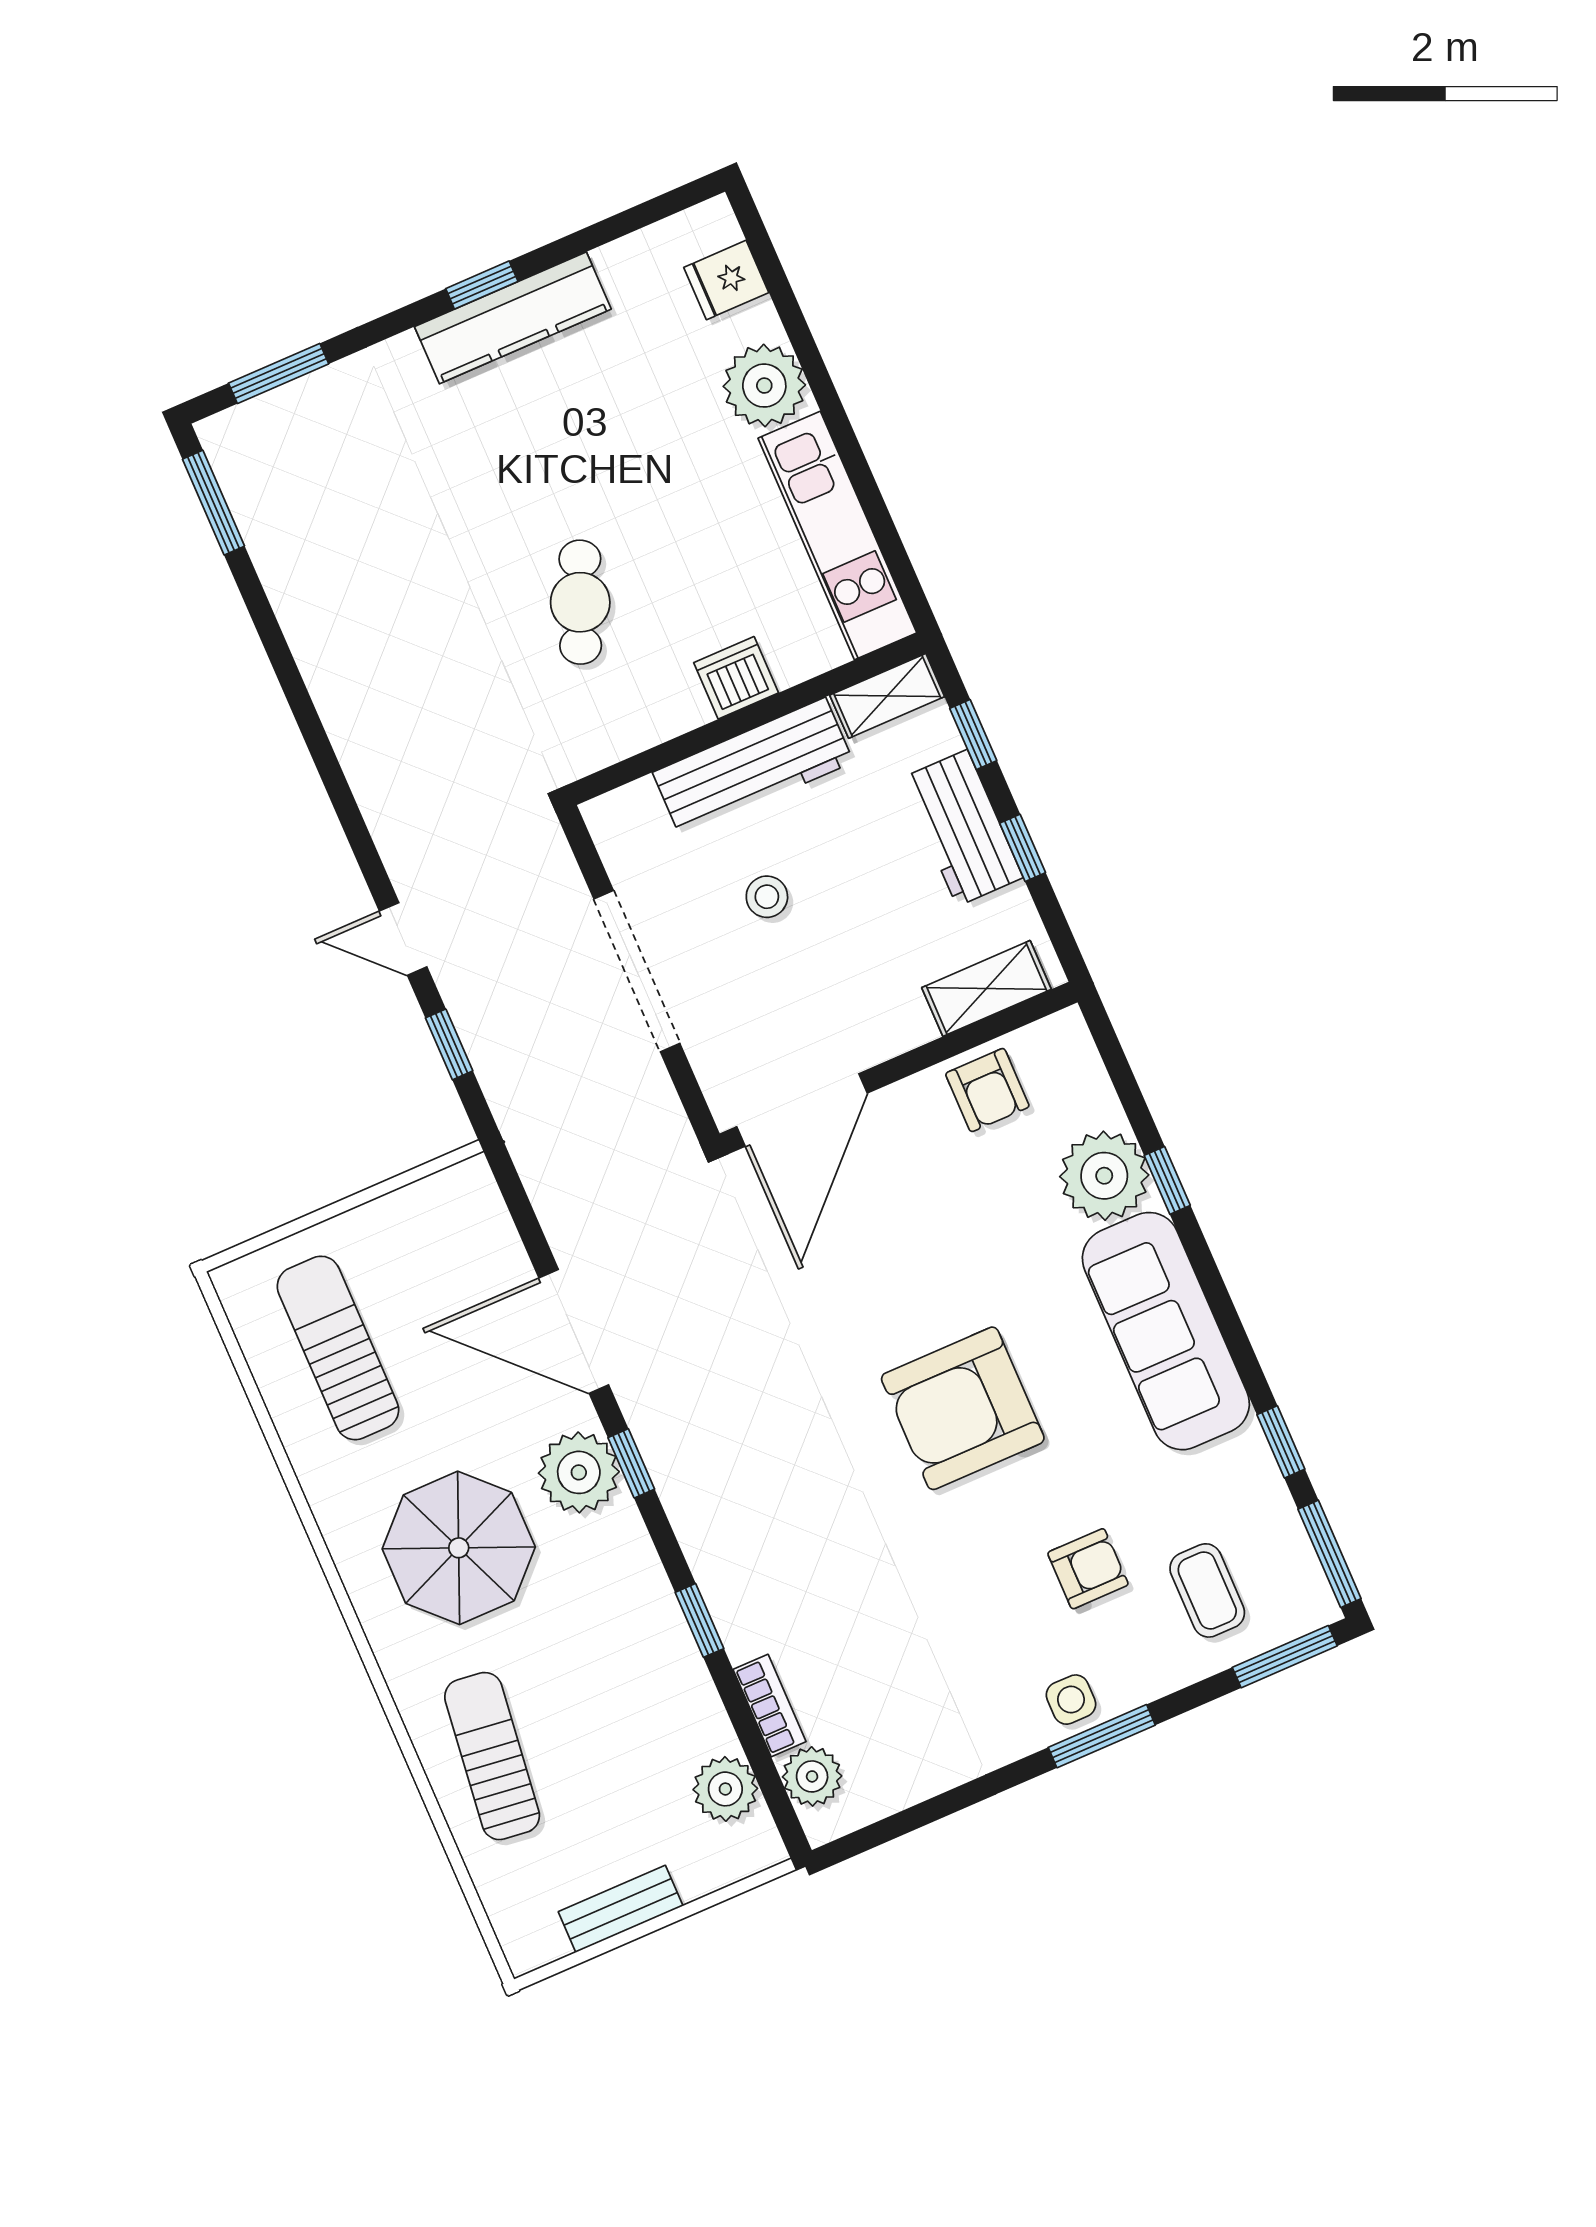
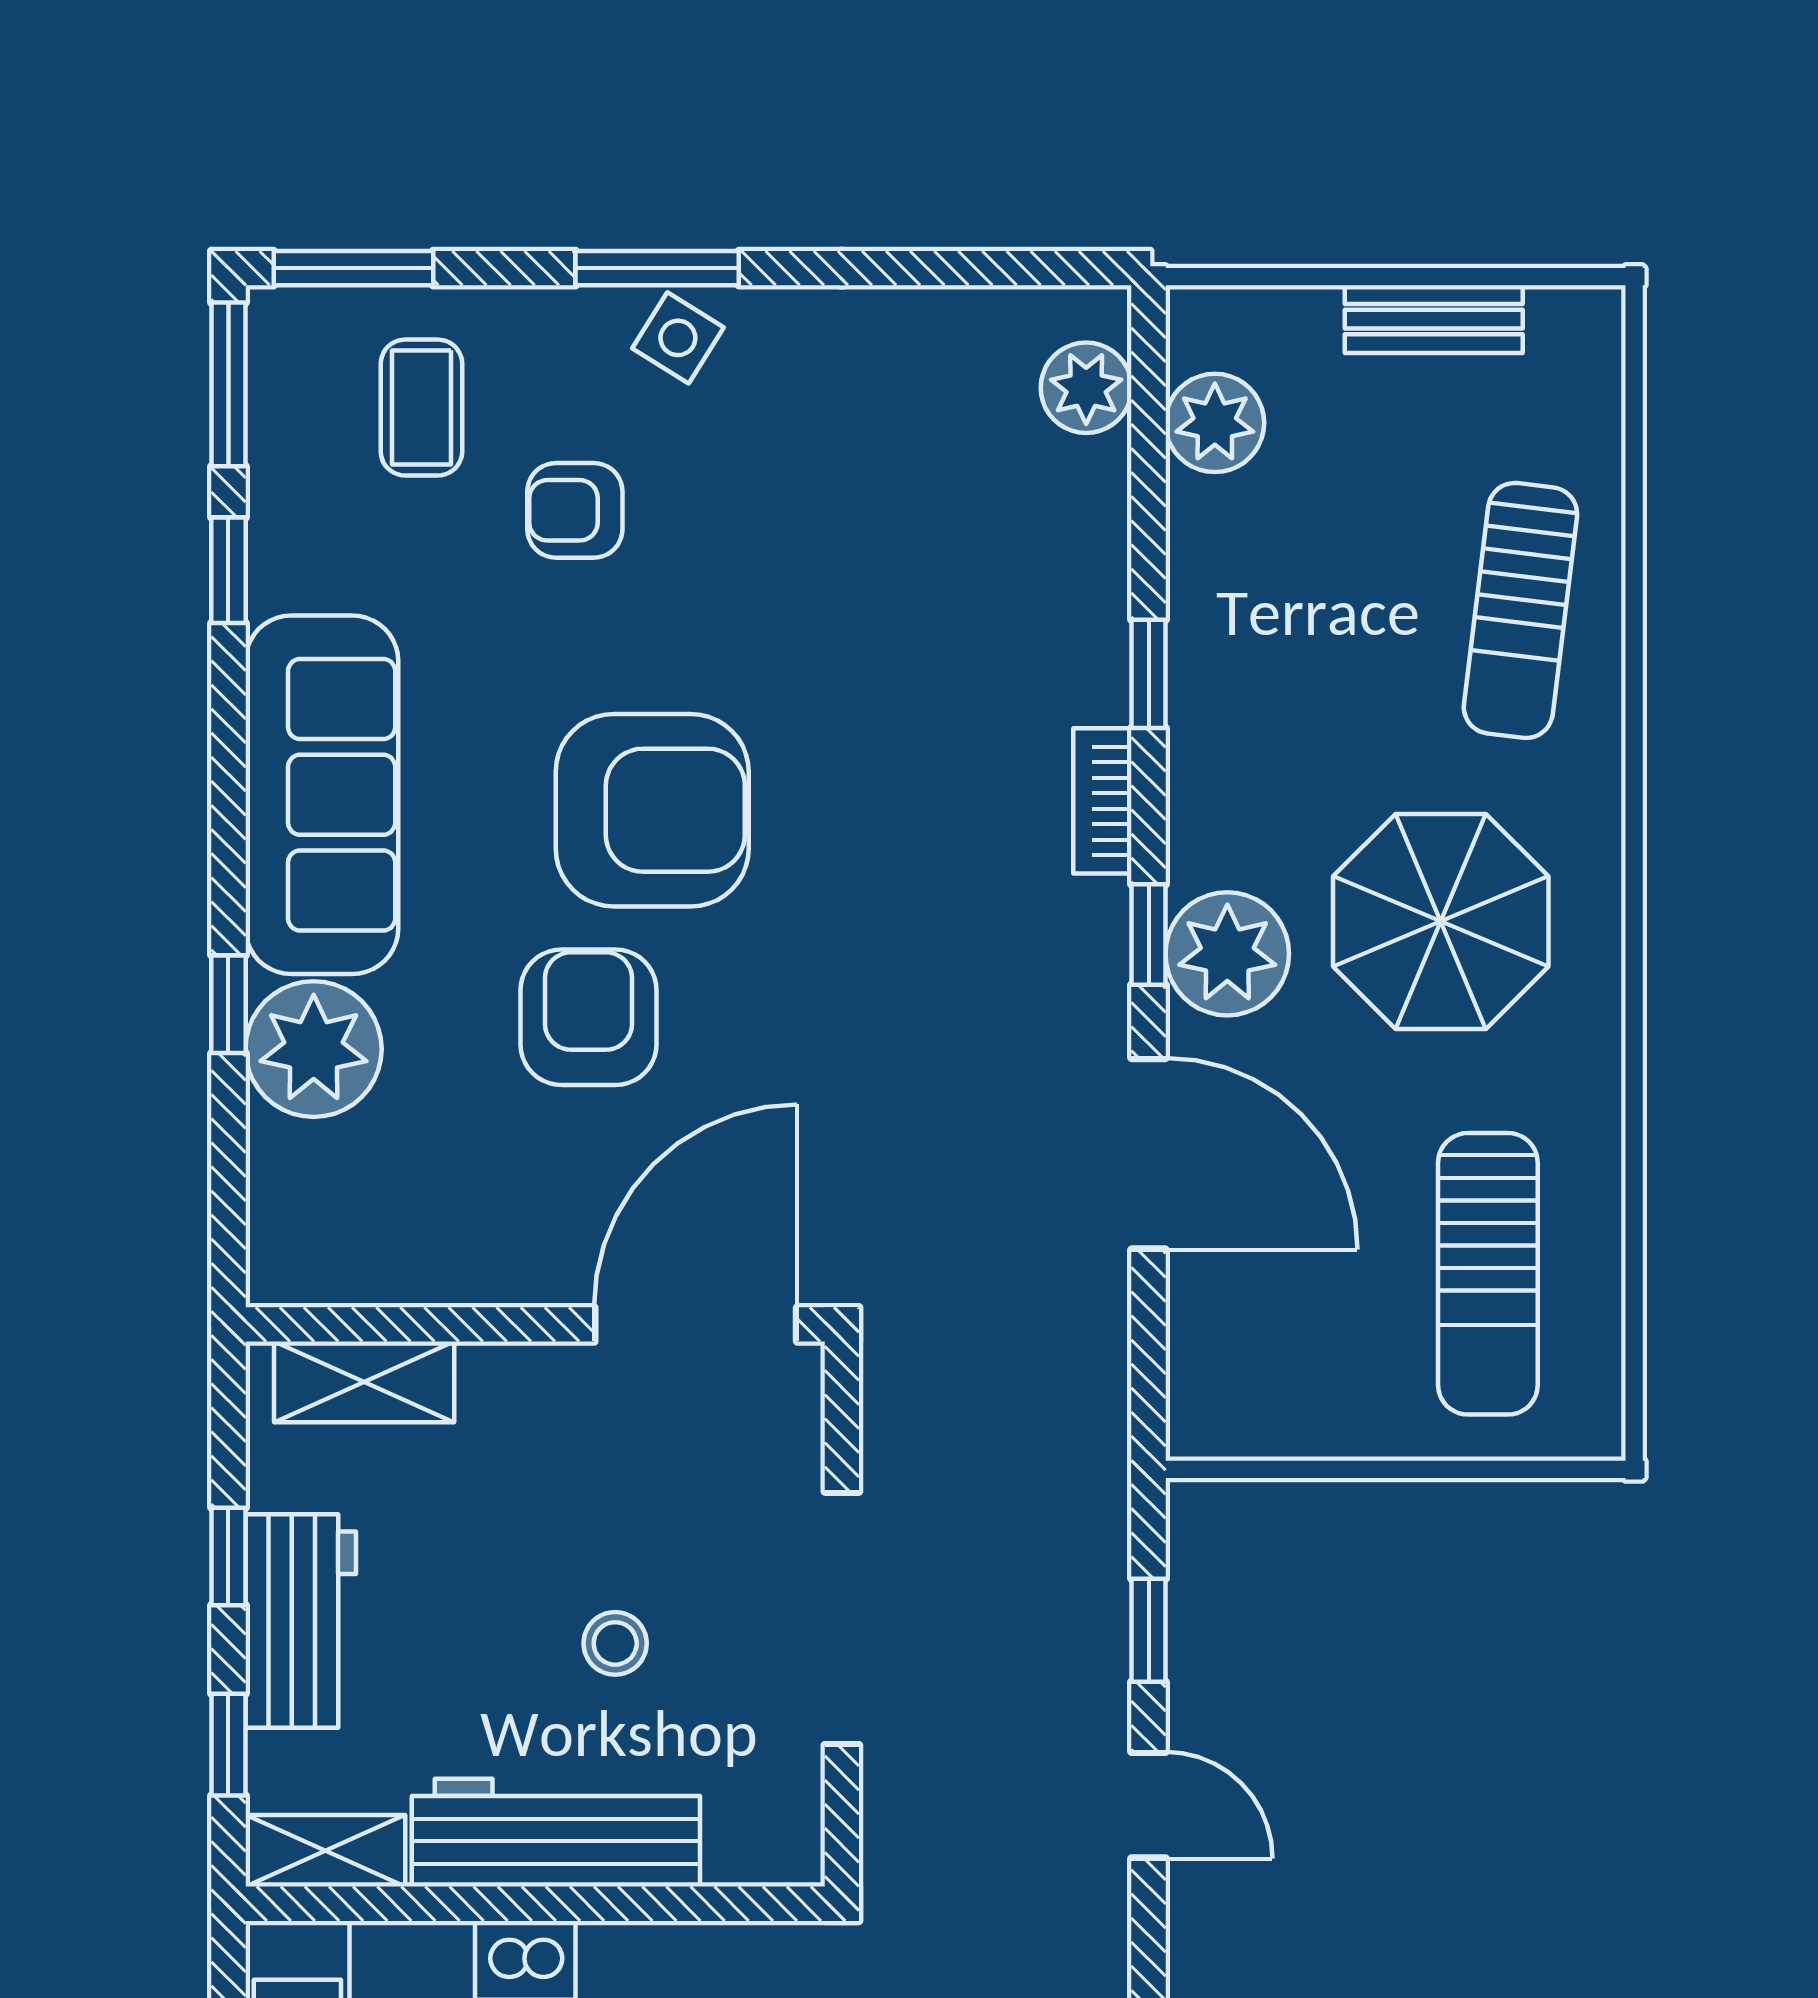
armchair: (987, 1090) -> (589, 1017), moved, width x1.38, depth x1.38
side table: (1071, 1700) -> (678, 338), turned 32
bookcase: (770, 1705) -> (1102, 801), moved

